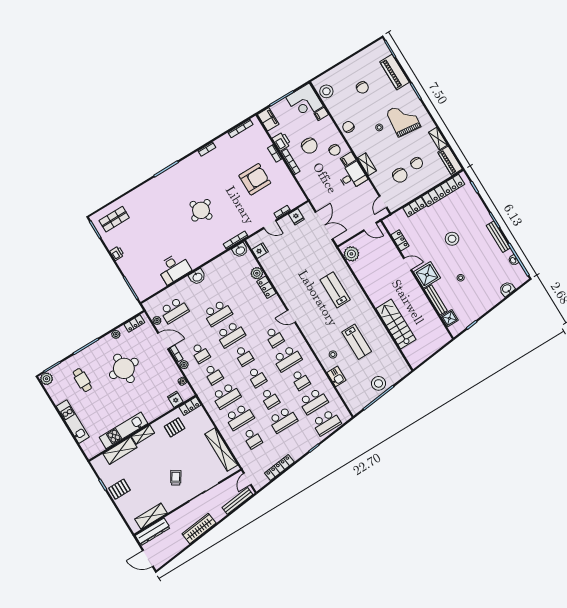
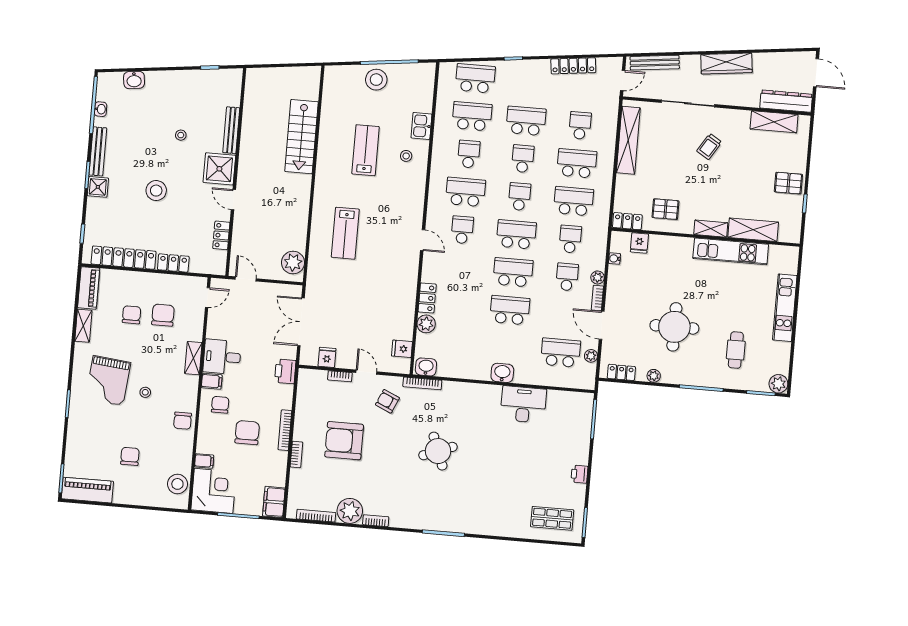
piano: (394, 72) -> (87, 490), moved, turned -90
printer: (282, 141) -> (285, 371), moved
plant: (224, 144) -> (350, 511), added
armchair: (247, 217) -> (387, 401), added
shower: (449, 318) -> (98, 187), moved
school desk: (244, 356) -> (516, 234), width x1.85

